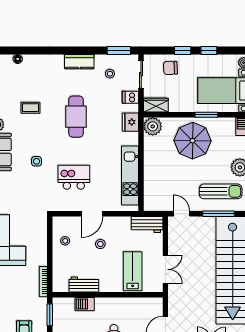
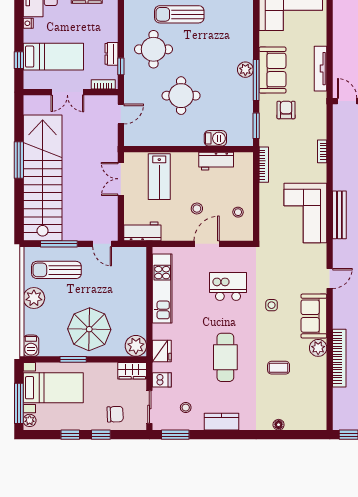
floor lamp: (18, 59) -> (279, 425), moved
kitchen island: (74, 177) -> (228, 286), turned 180

